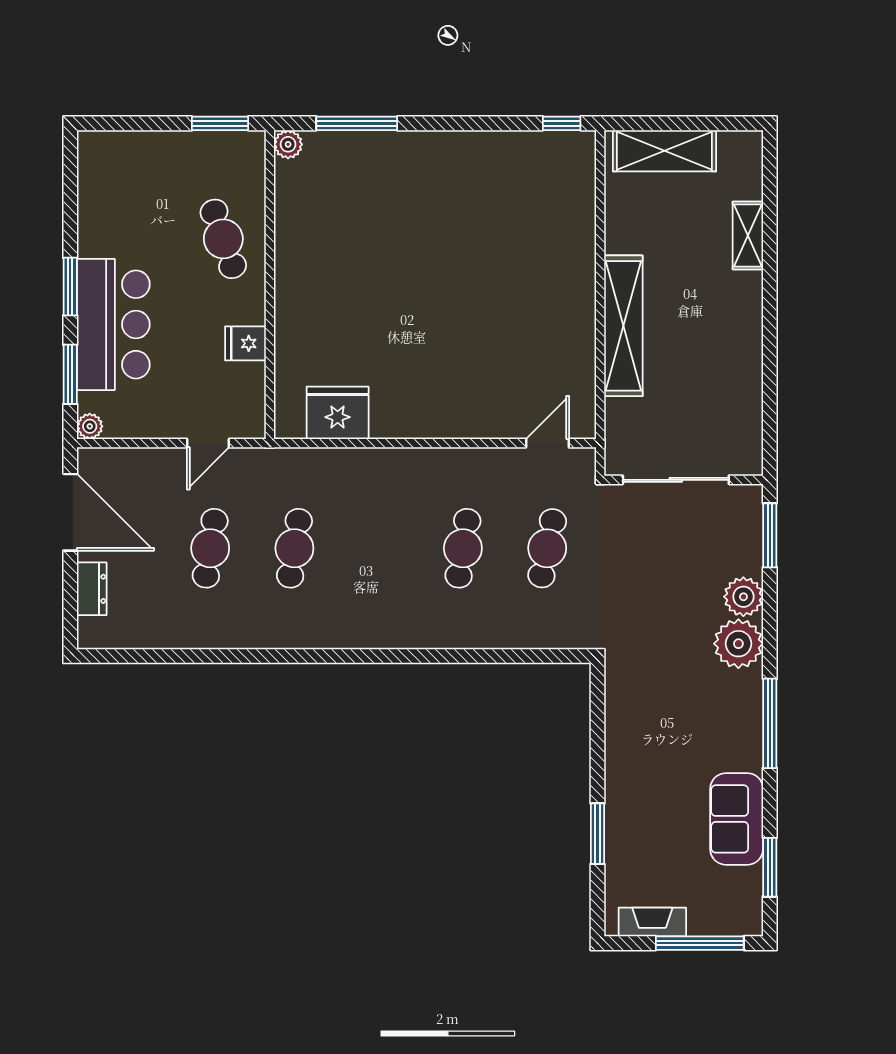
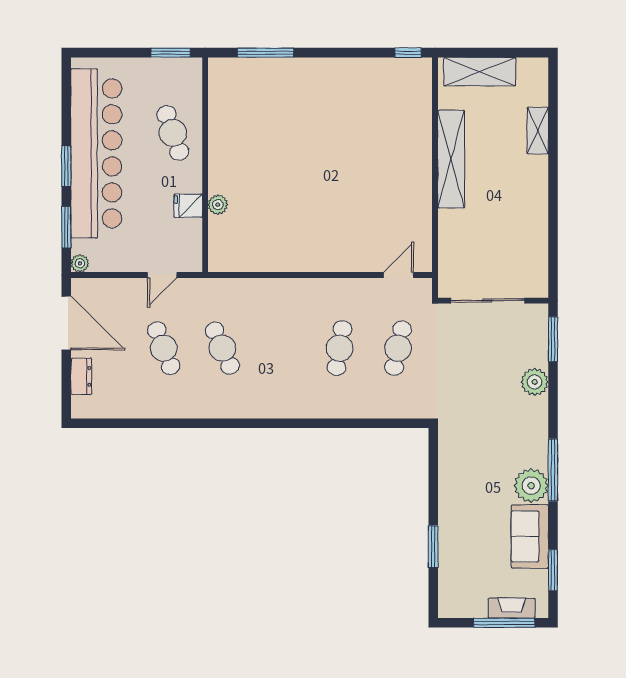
plant: (288, 144) -> (218, 205), moved
bar counter: (113, 324) -> (96, 153), width x1.86
shelving: (623, 326) -> (451, 159), moved
fridge: (338, 413) -> (252, 254), removed
cafe table: (210, 548) -> (164, 348), turned -30
cafe table: (294, 548) -> (222, 348), turned -33
plant: (738, 644) -> (531, 486), moved
fireplace: (652, 922) -> (512, 608), moved

